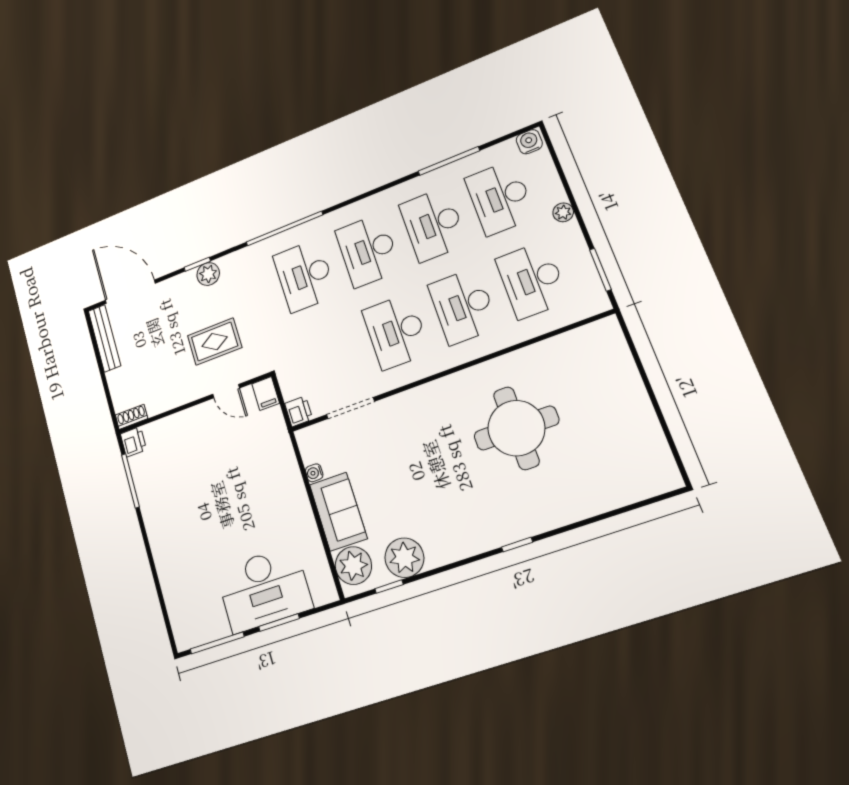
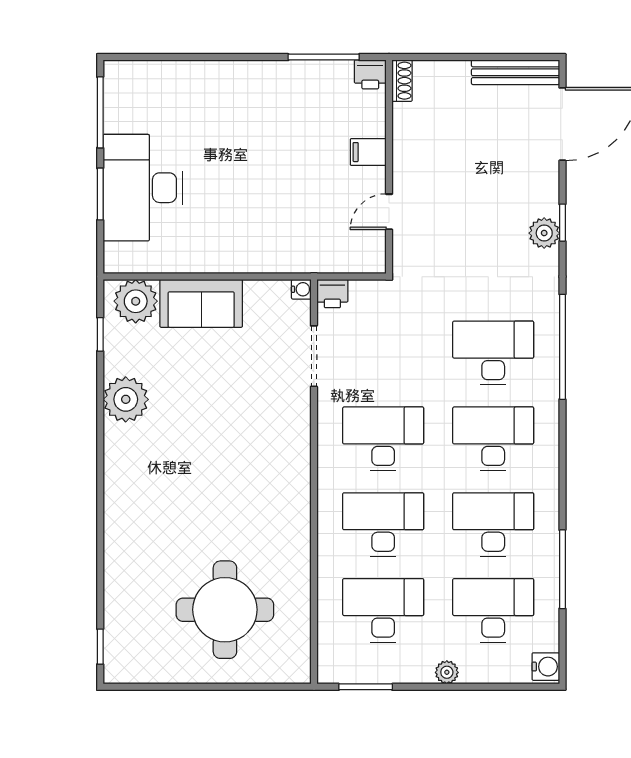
rug: (215, 342) -> (456, 216), removed
filing cabinet: (266, 393) -> (368, 152), moved
round table: (516, 428) -> (225, 610), moved
water cooler: (314, 473) -> (301, 289), moved, turned 90
window: (517, 545) -> (100, 647), moved
plant: (404, 558) -> (126, 399), moved

